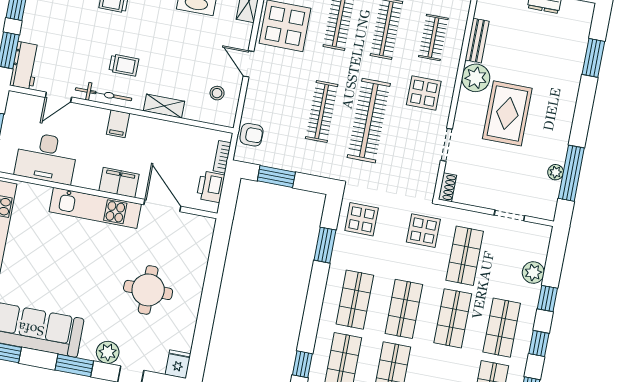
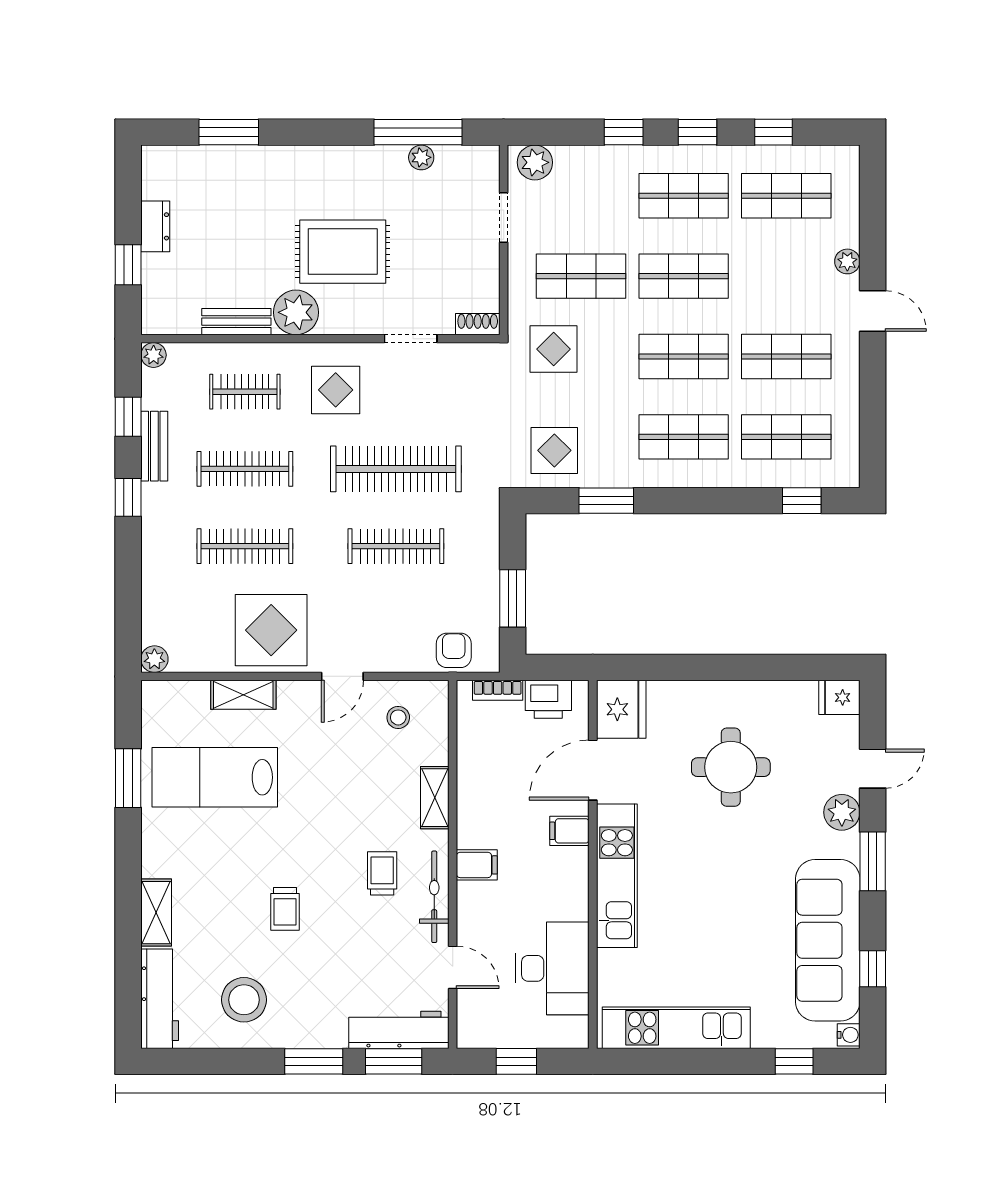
workbench: (25, 65) -> (399, 1030), width x1.38
filing cabinet: (119, 183) -> (569, 831), width x0.50
fridge: (196, 230) -> (621, 709), added
plant: (533, 273) -> (535, 162), moved

